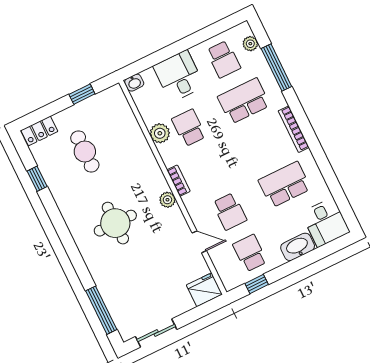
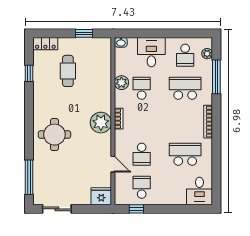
plant: (167, 200) -> (101, 123), width x1.87, depth x1.87
round table: (115, 223) -> (54, 135), moved
washbasin: (298, 247) -> (174, 198), removed

